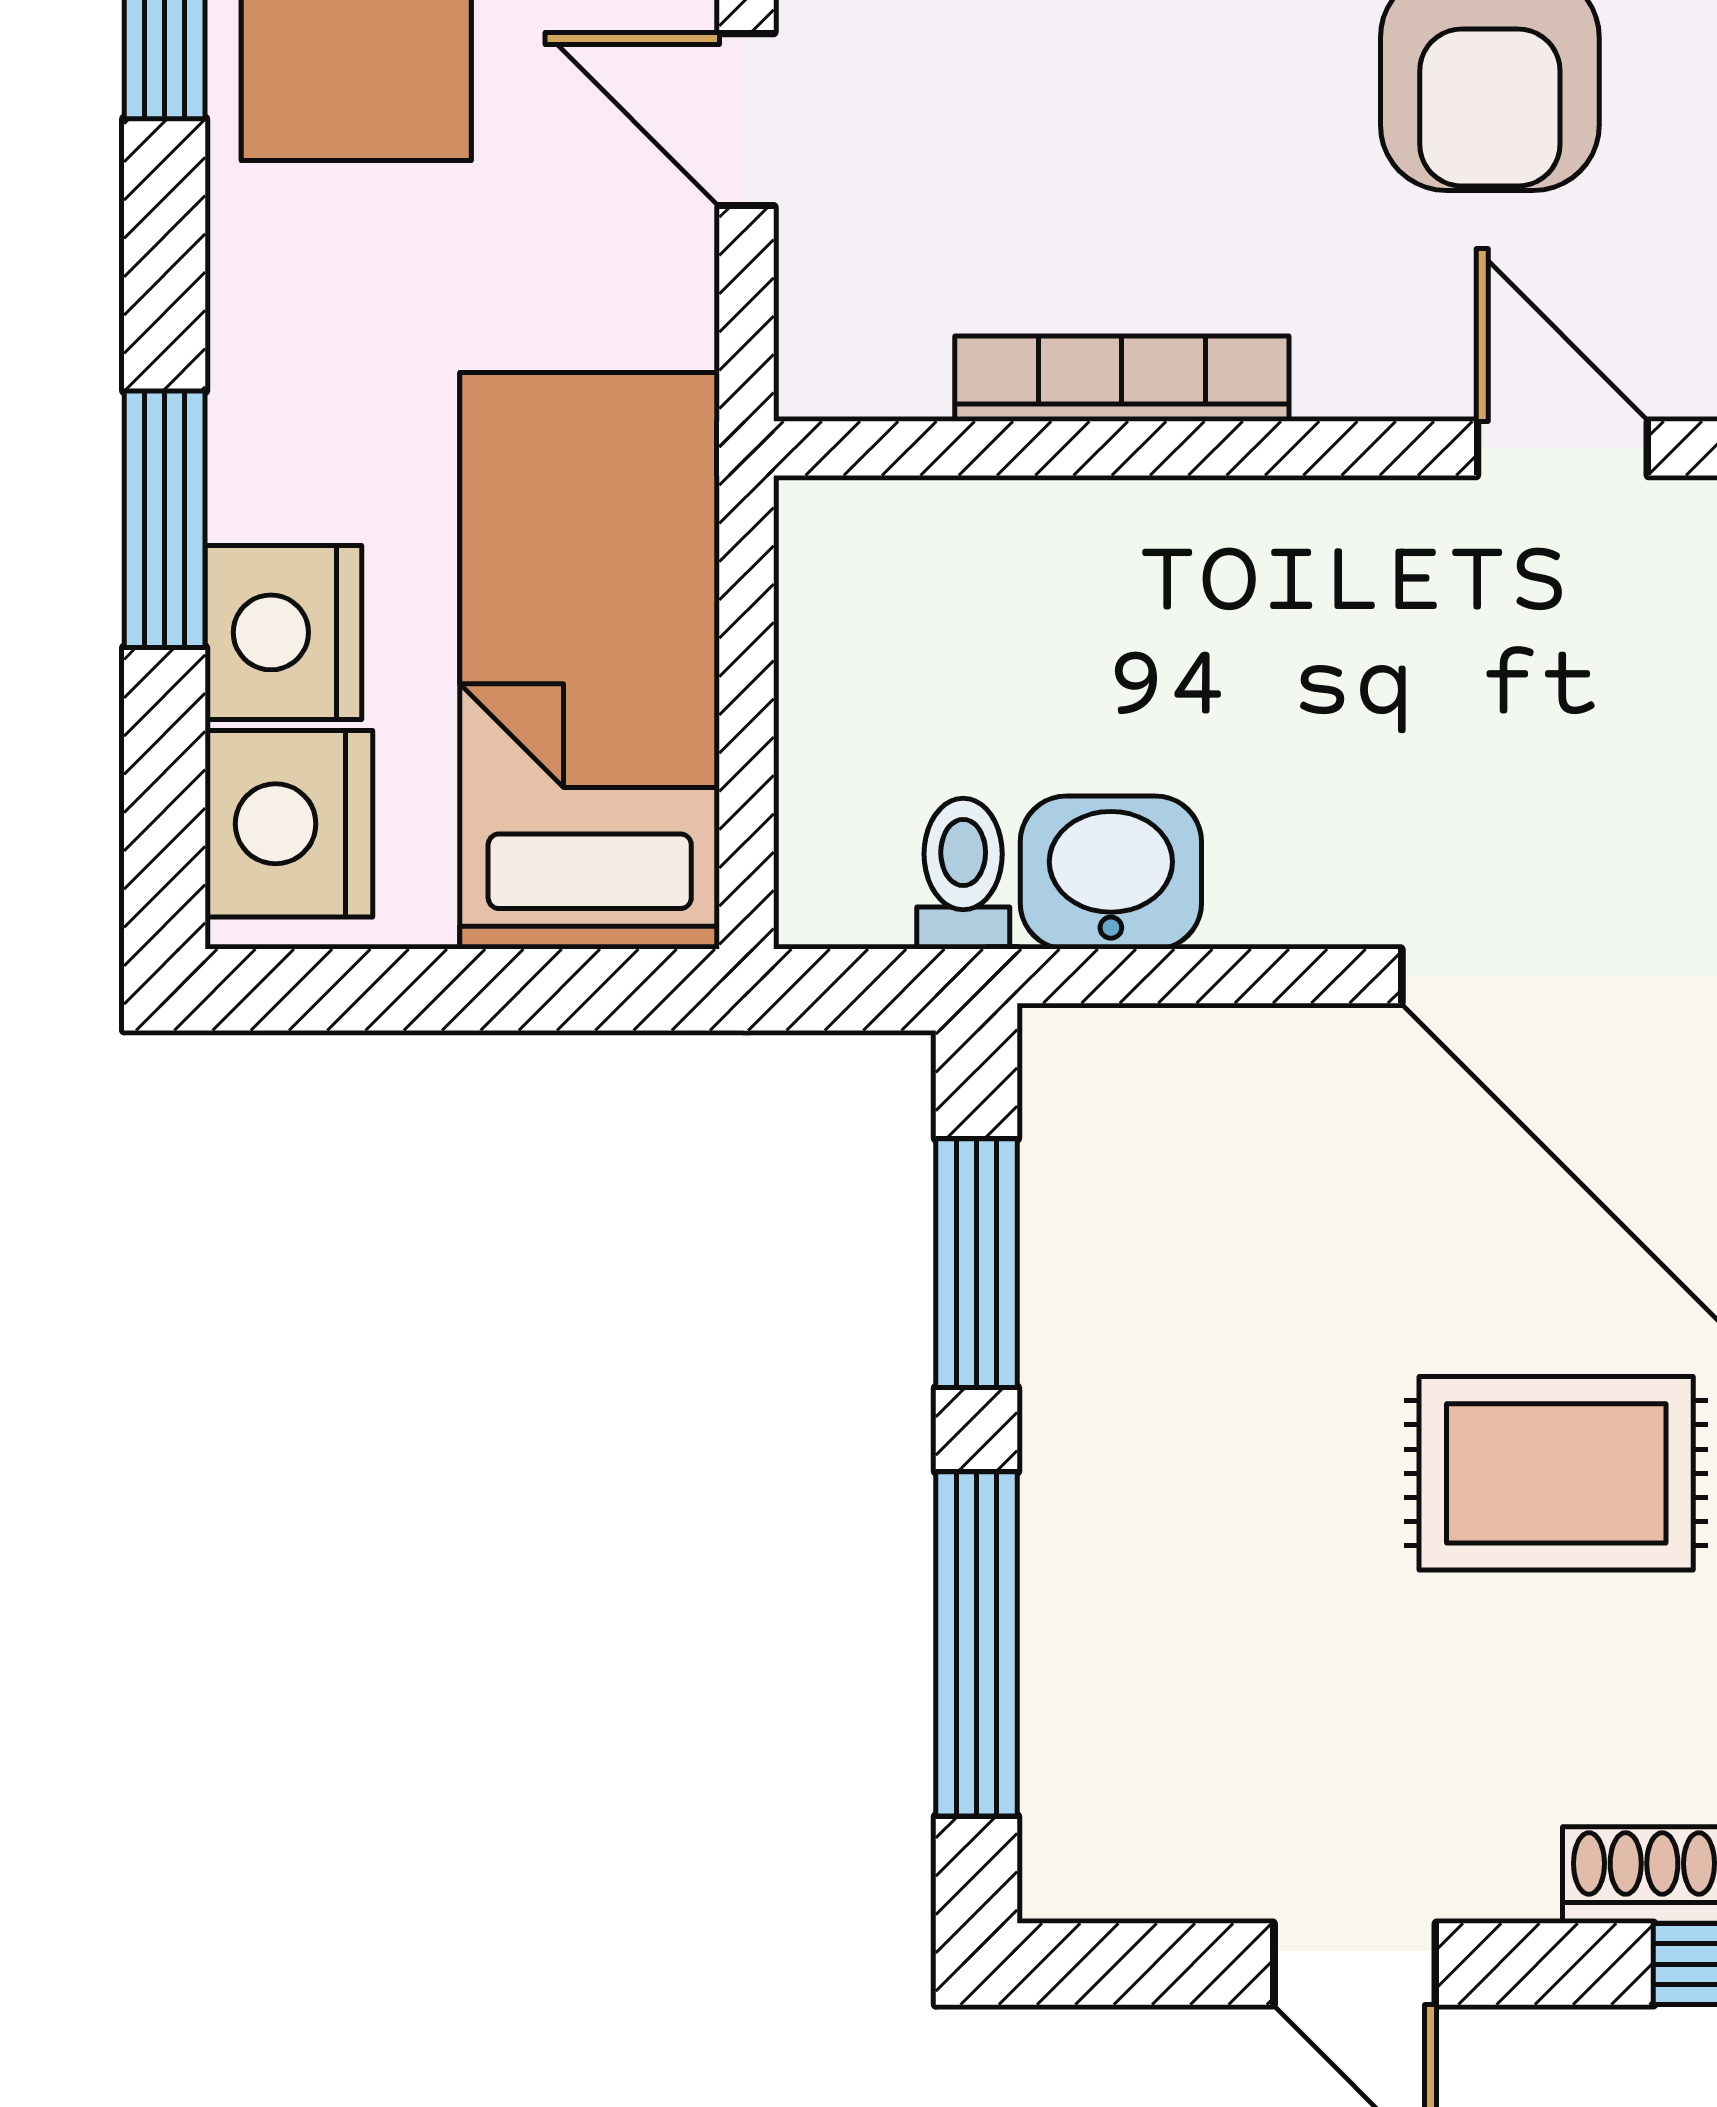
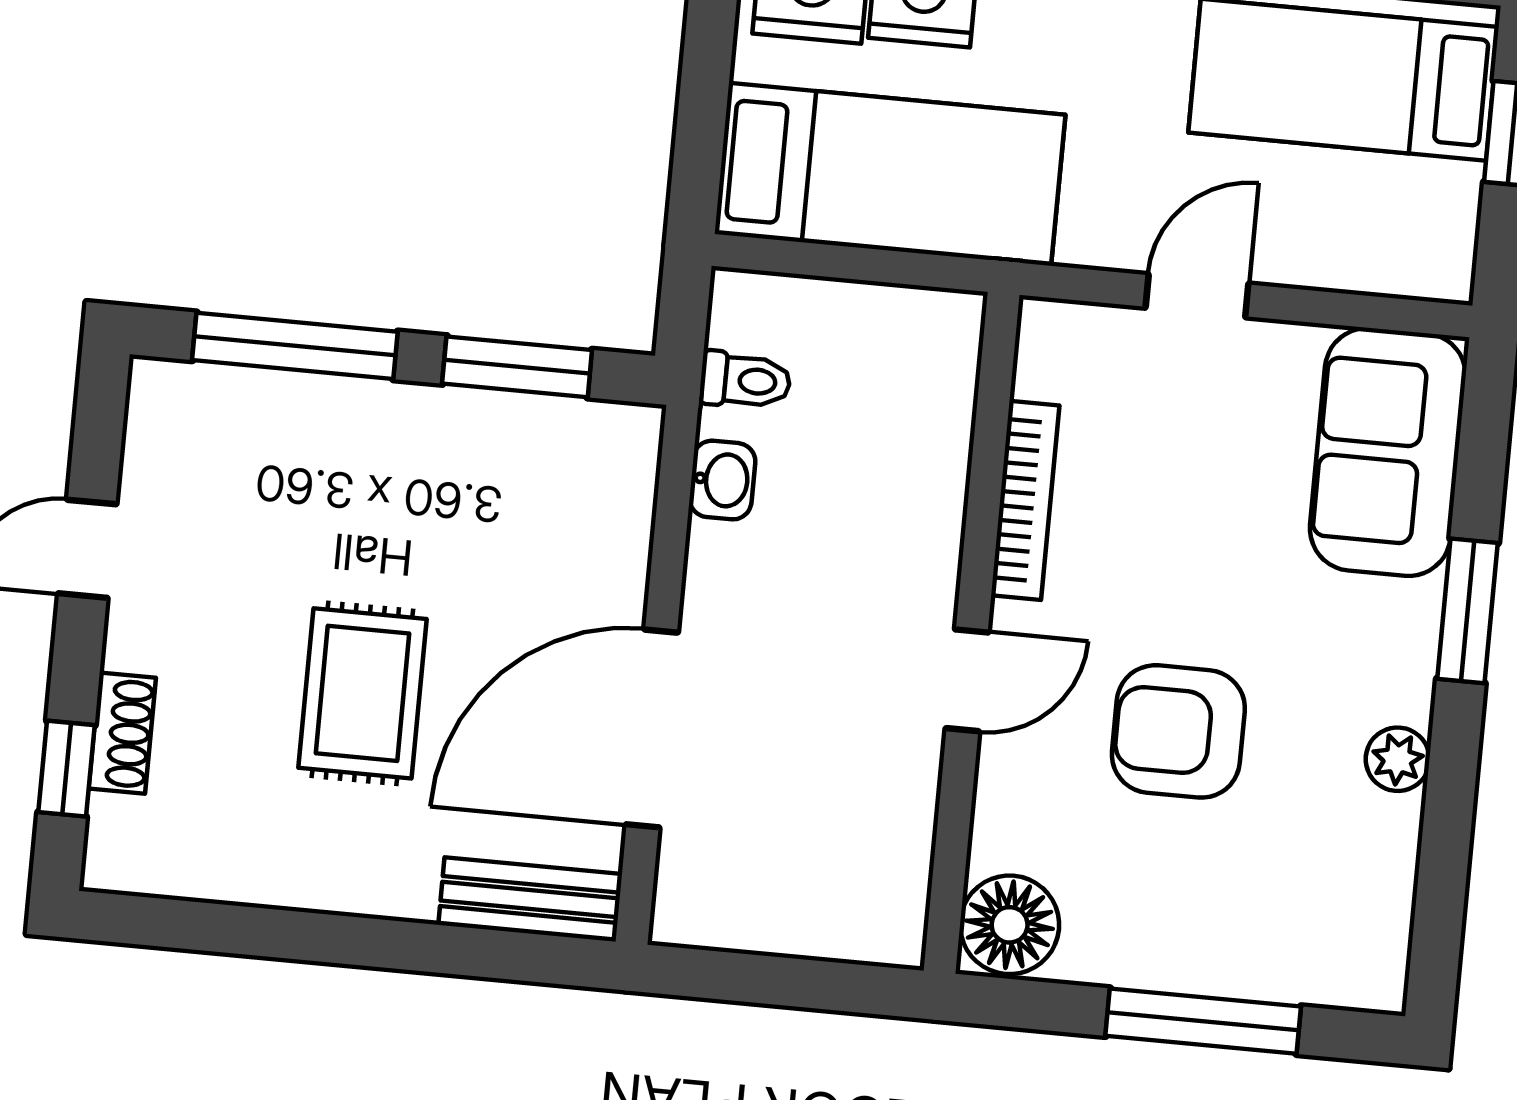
door: (1562, 448) -> (967, 680), moved
washbasin: (1111, 873) -> (722, 480), width x0.72, depth x0.69

